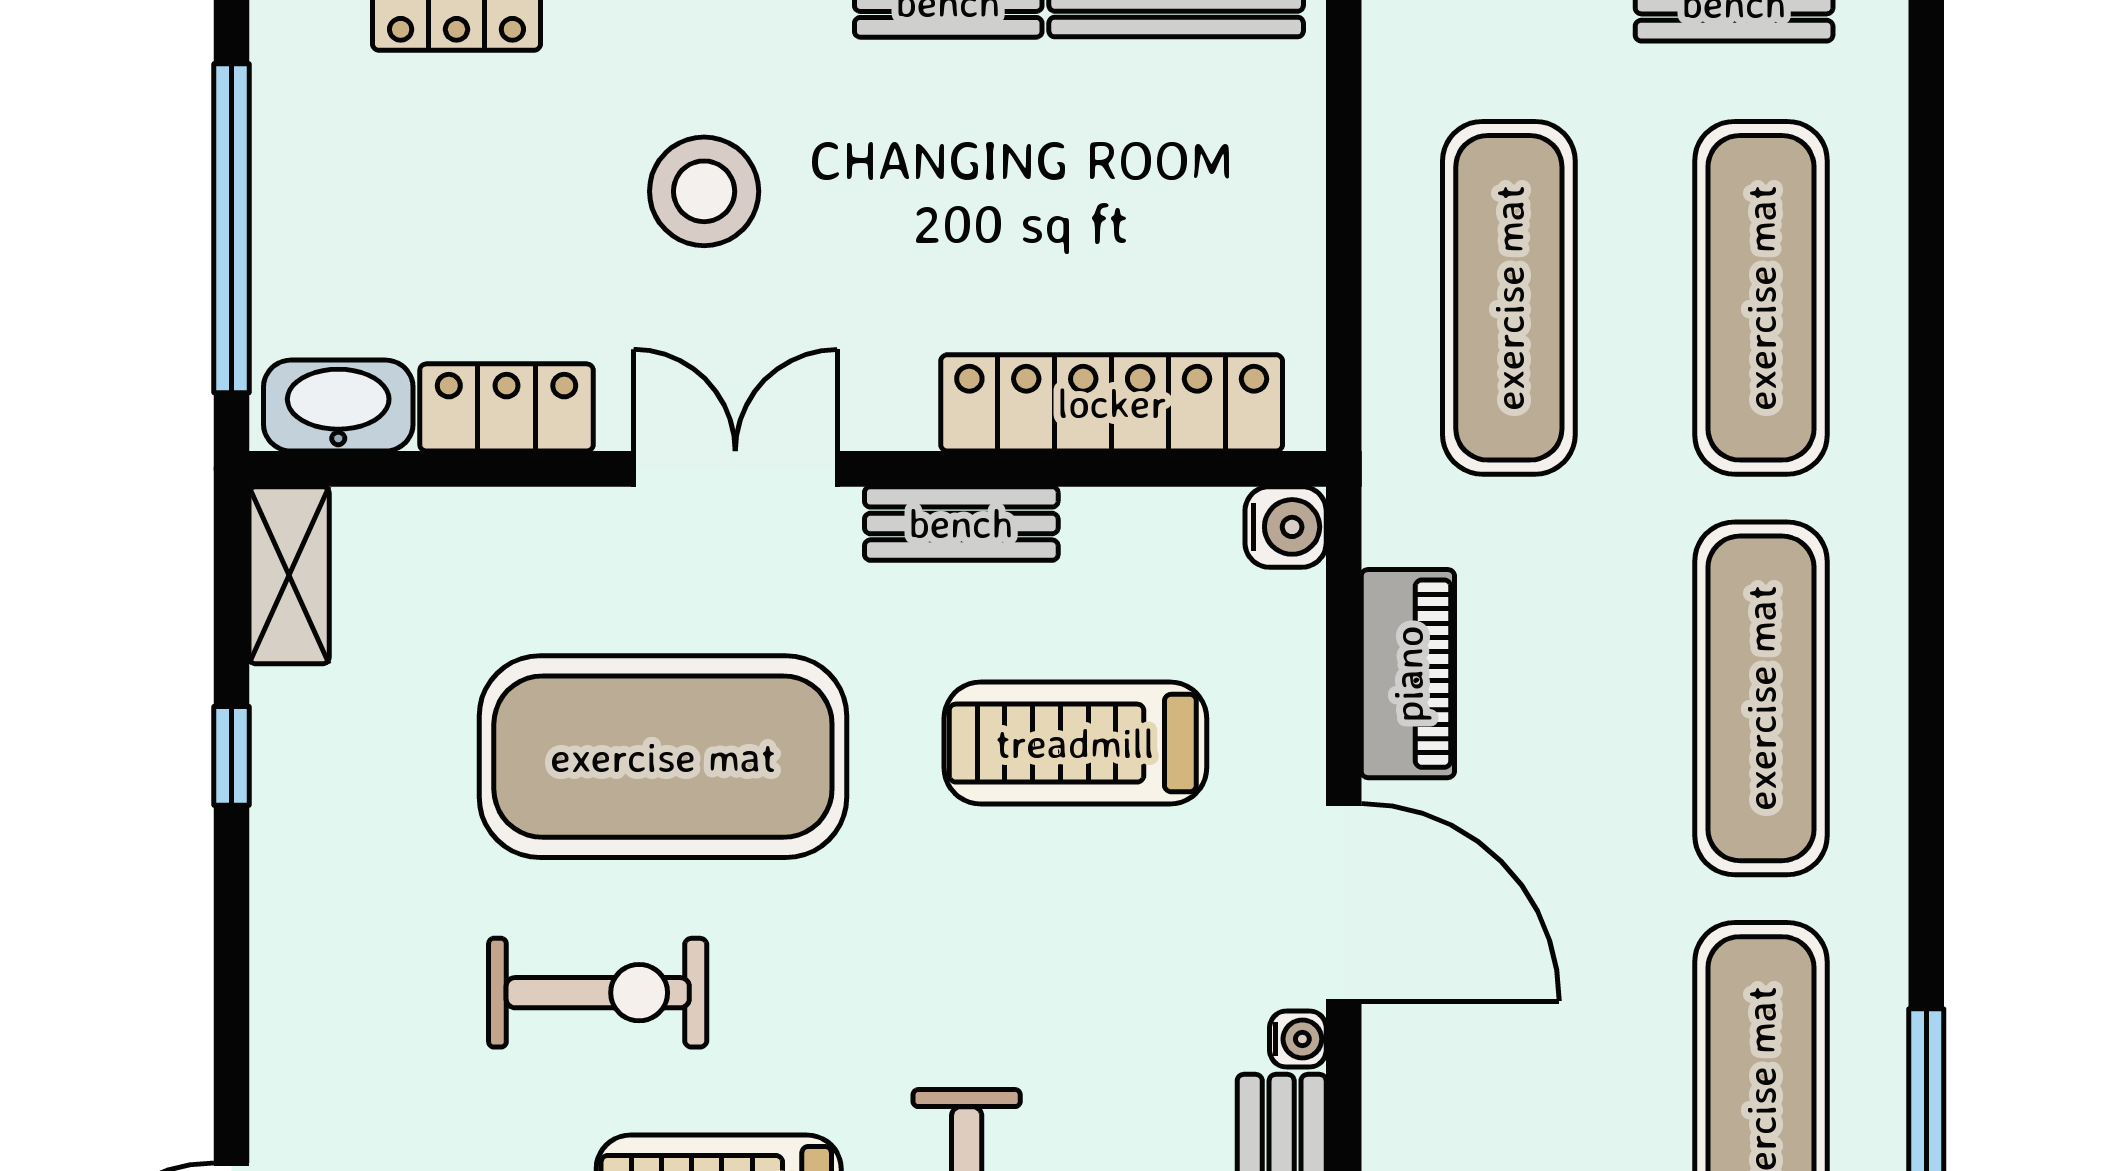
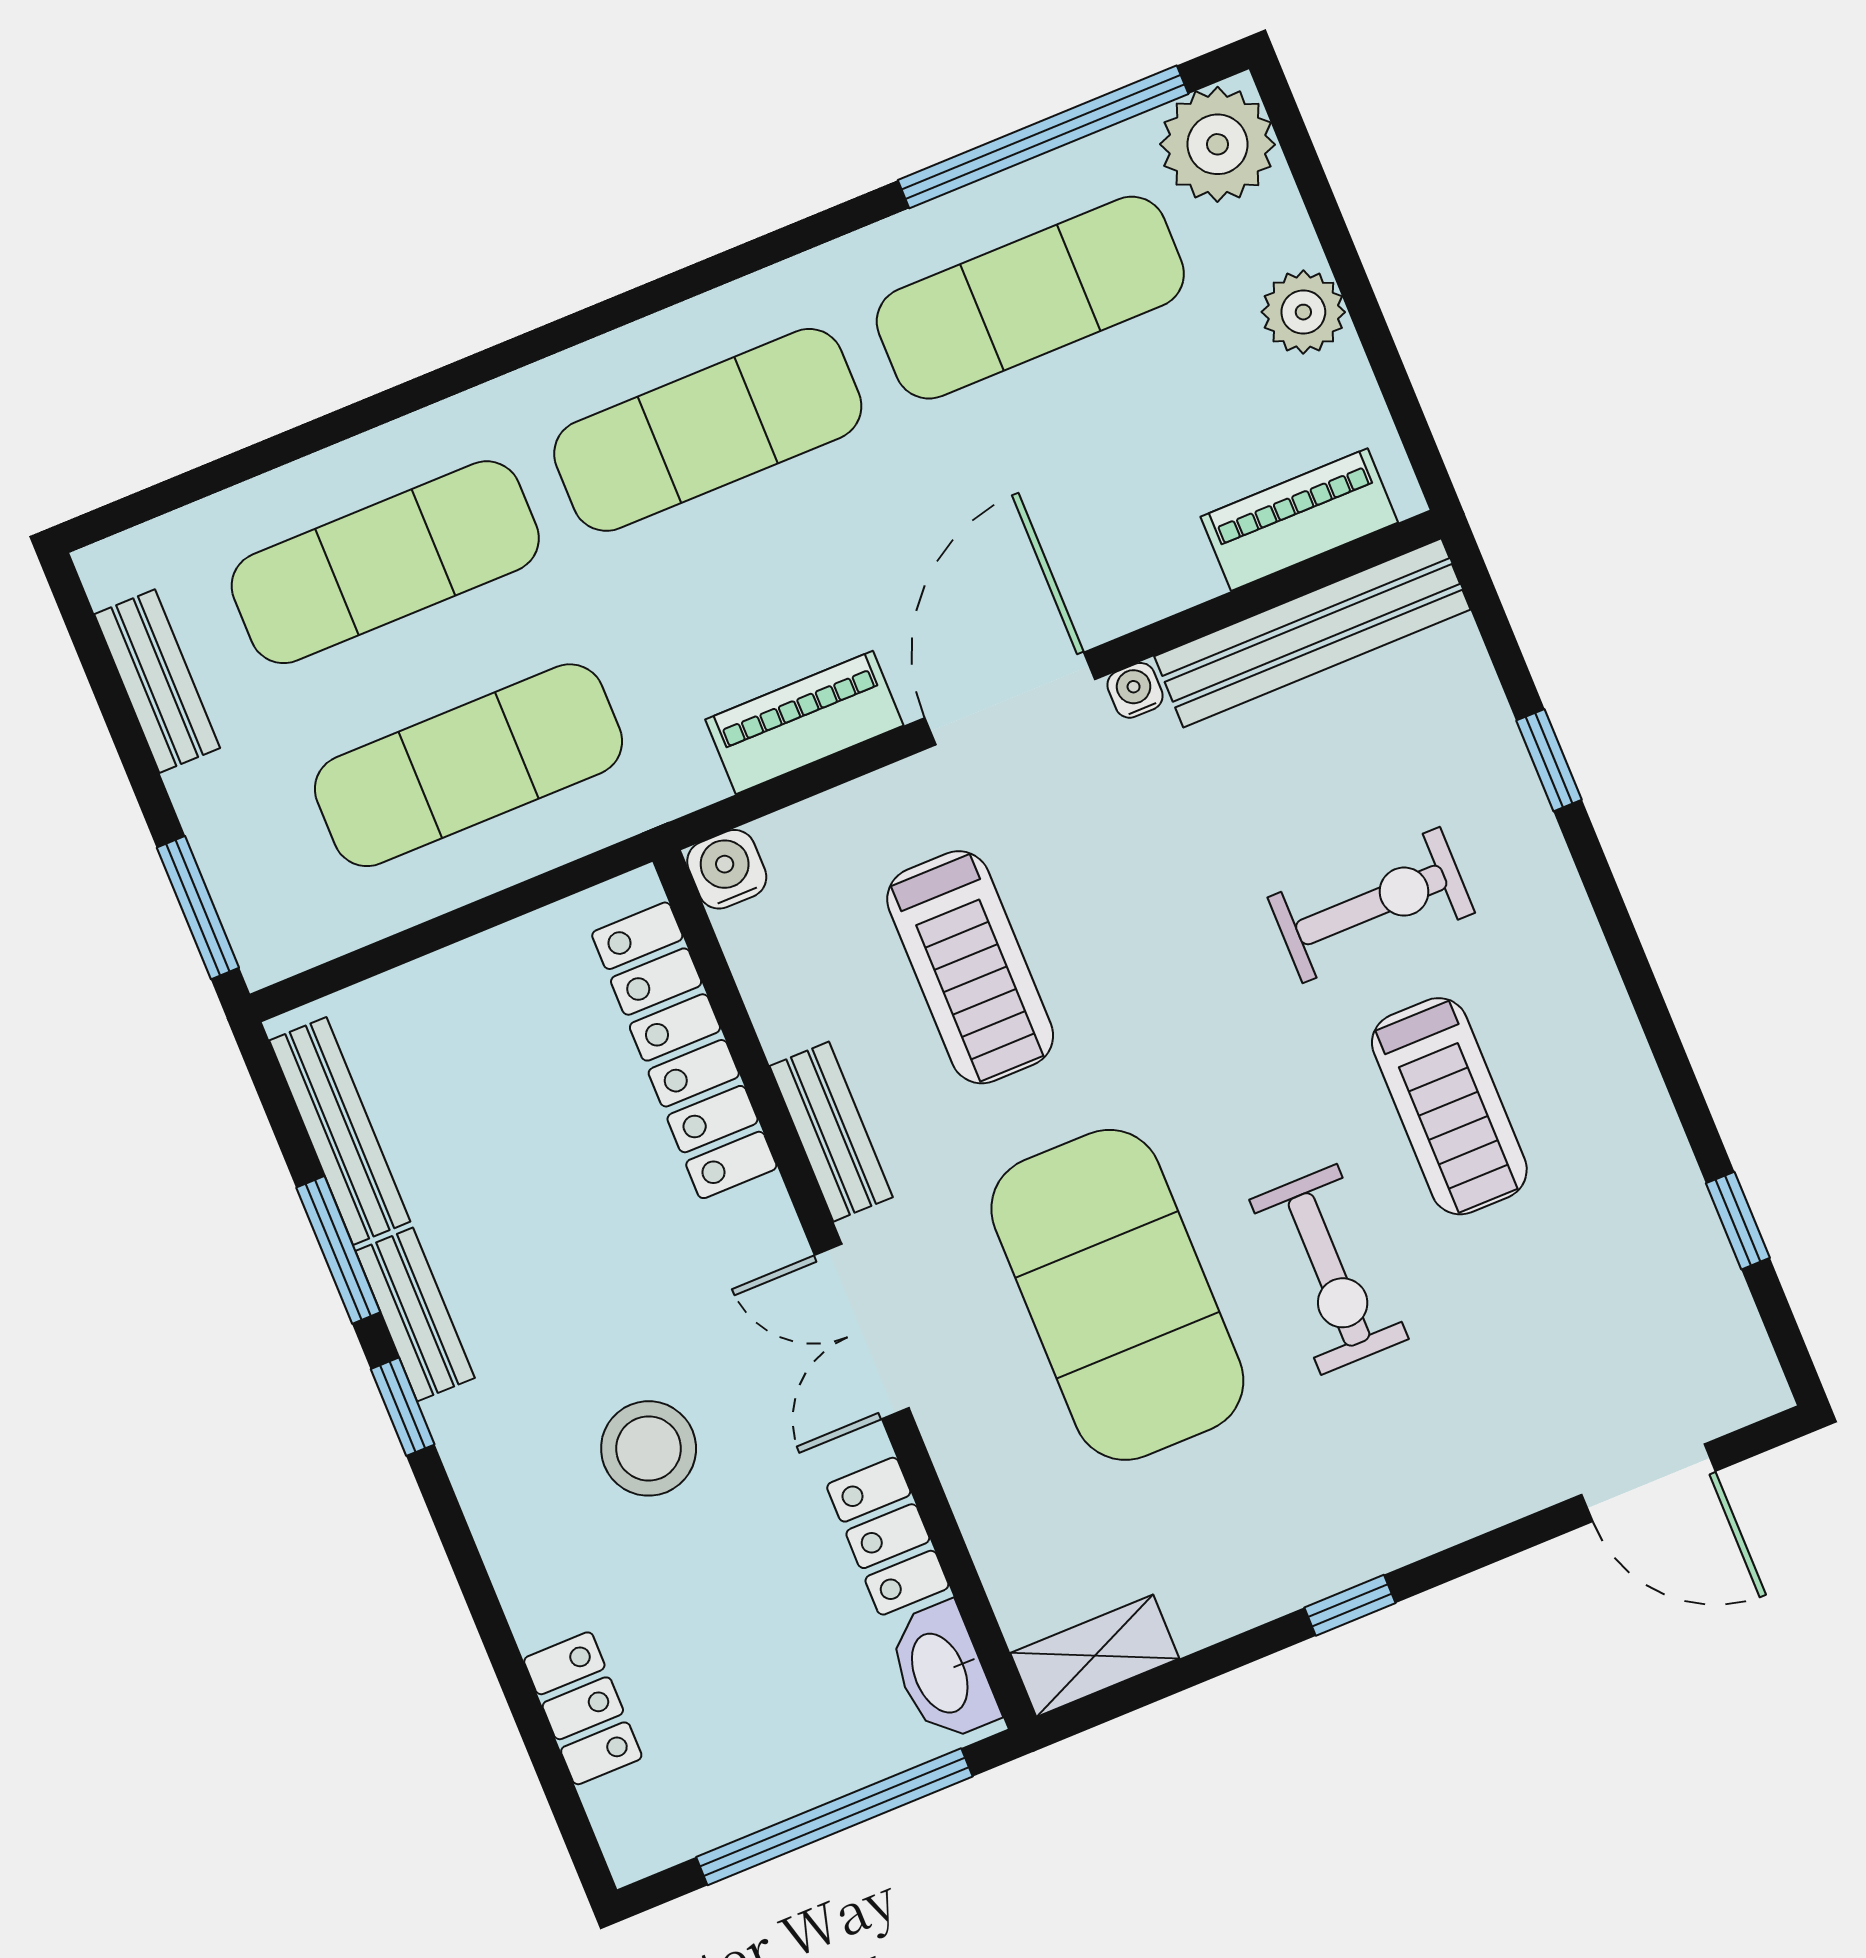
window: (232, 756) -> (1350, 1605), moved
exercise bike: (598, 993) -> (1329, 1269), turned 180

